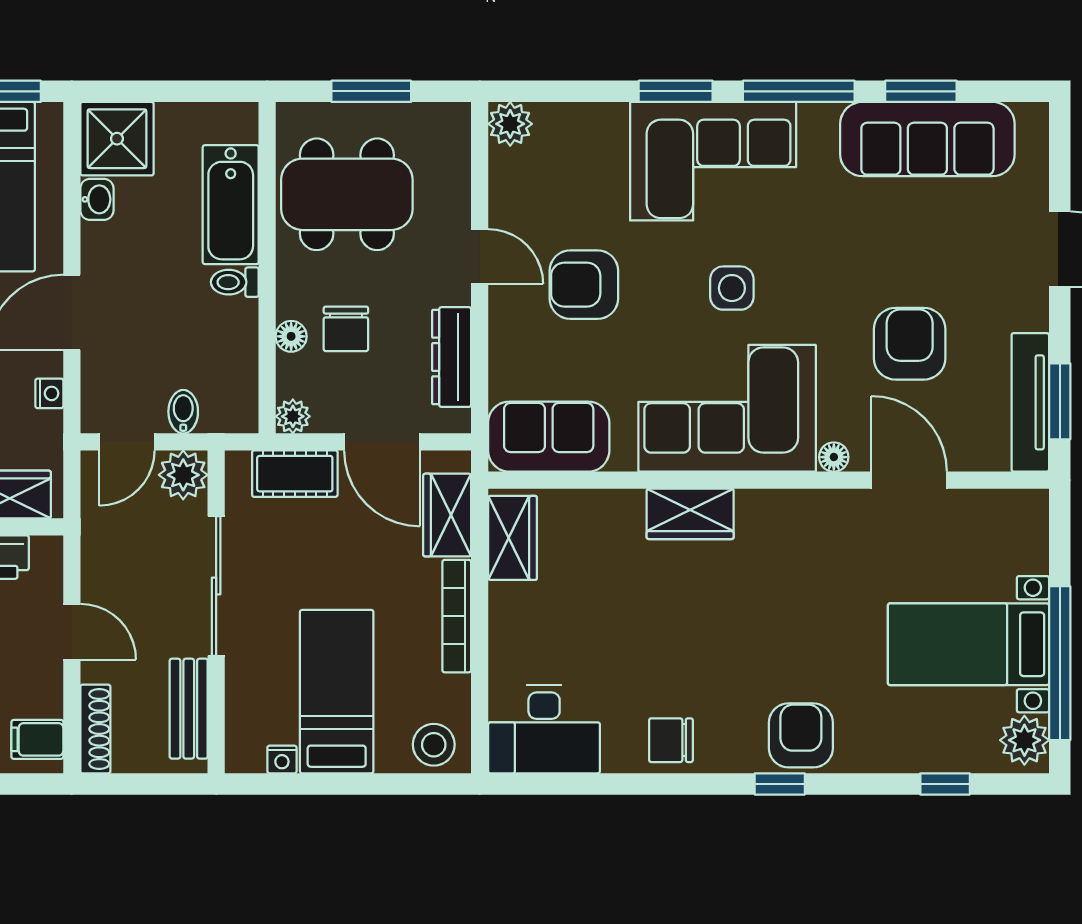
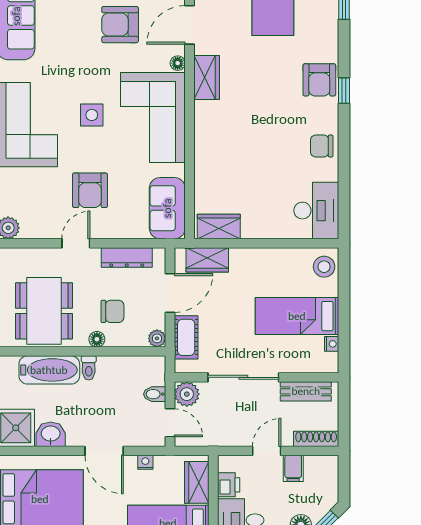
washbasin: (97, 199) -> (51, 434), width x1.38, depth x1.45
floor lamp: (291, 336) -> (97, 339), moved
wardrobe: (690, 514) -> (207, 77), moved
bookcase: (457, 616) -> (259, 255), removed
armchair: (801, 735) -> (319, 80), turned -90
filing cabinet: (37, 739) -> (293, 468), moved
chair: (671, 740) -> (322, 146), turned 90

